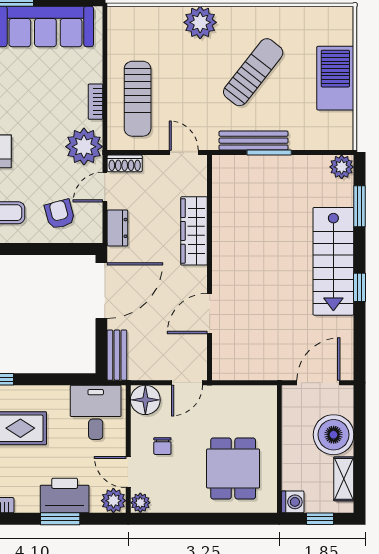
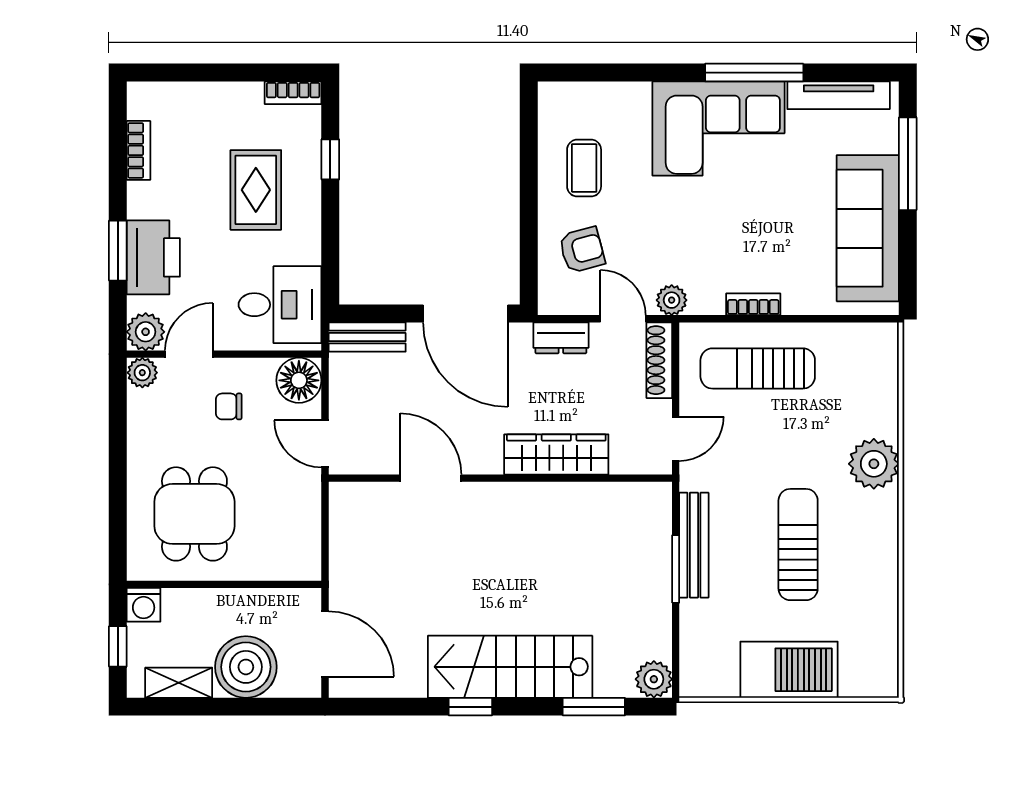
sun lounger: (253, 72) -> (798, 545), turned -128
plant: (84, 147) -> (672, 300), width x0.53, depth x0.53
shoe rack: (125, 163) -> (659, 360), width x1.43
dining table: (233, 468) -> (194, 514), turned 90

